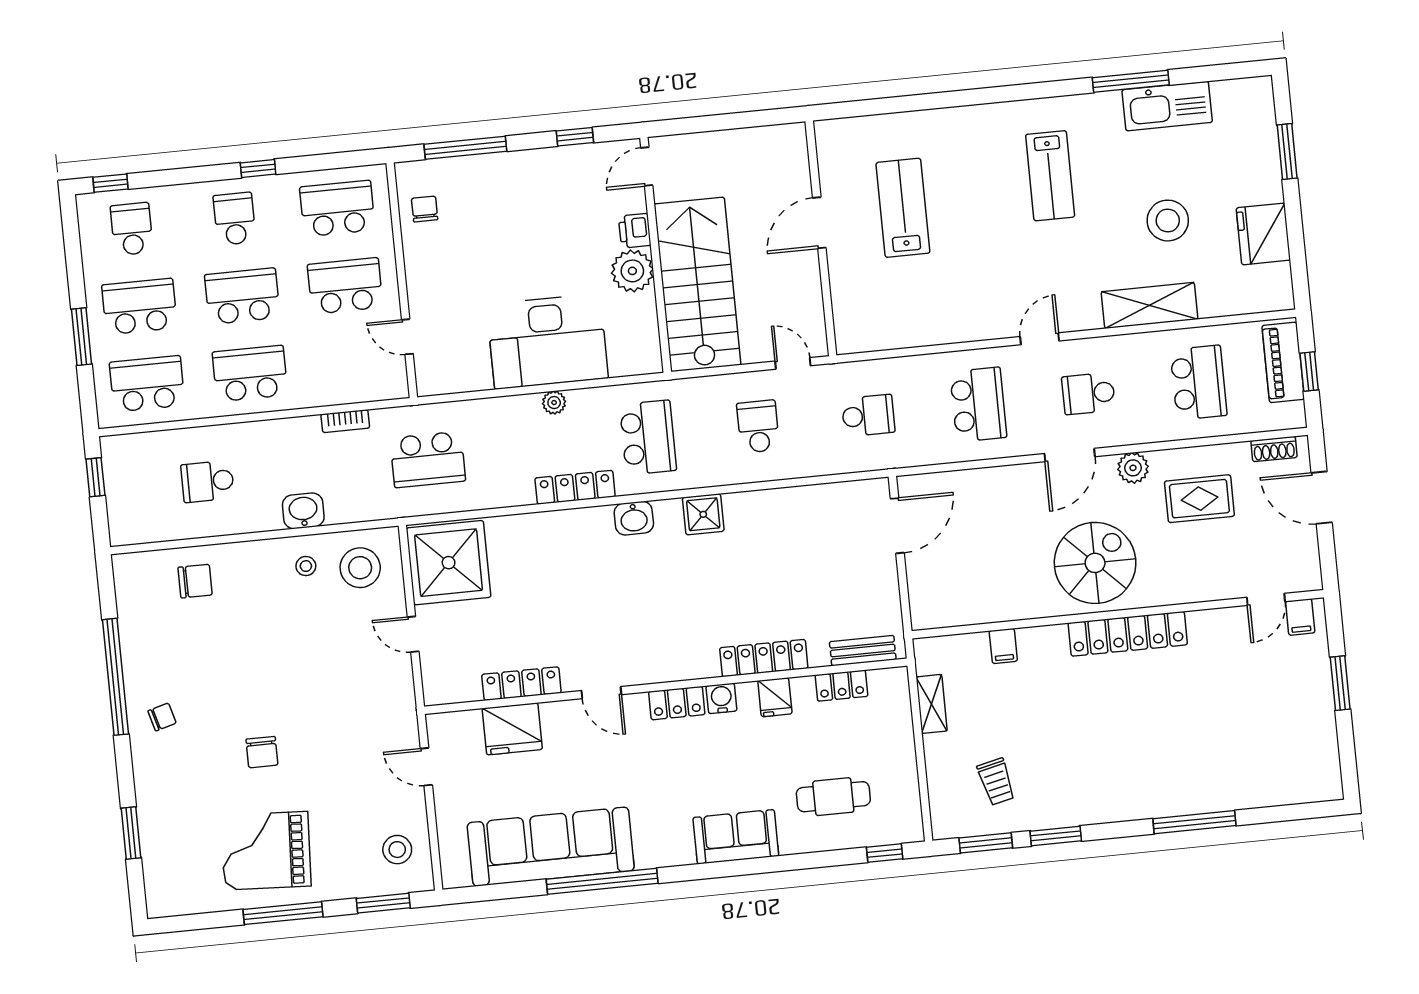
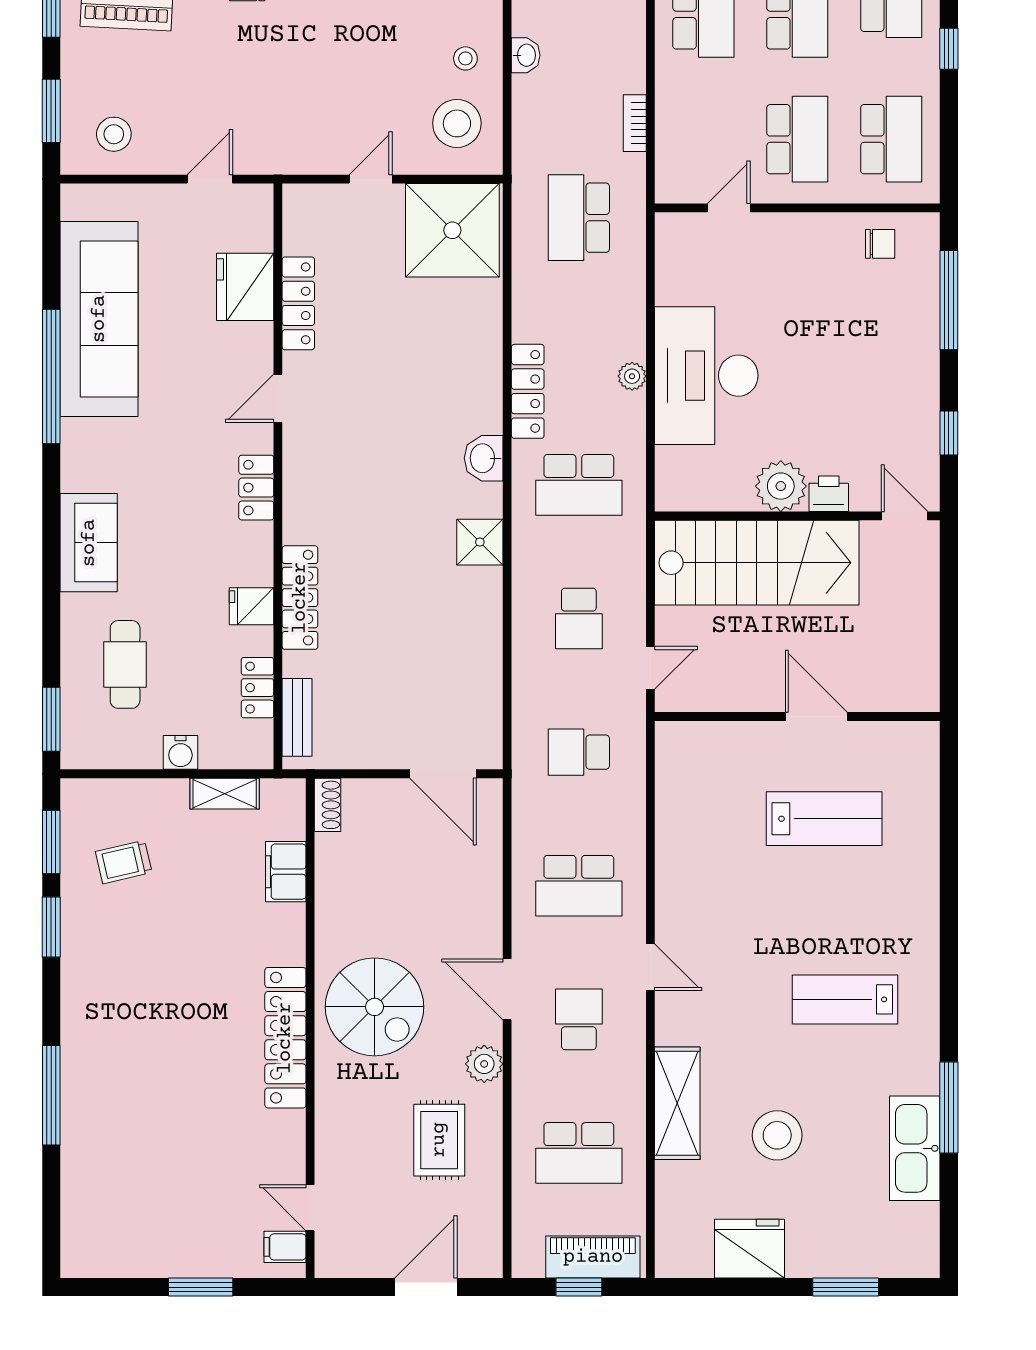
school desk: (868, 416) -> (579, 752), turned 90
school desk: (758, 427) -> (579, 618), turned 90
shoe rack: (1274, 449) -> (327, 805), moved, turned 180
washbasin: (303, 511) -> (526, 55), width x0.72, depth x0.69
filing cabinet: (1003, 646) -> (286, 872), width x2.00
water cooler: (721, 698) -> (180, 752), moved, turned 90
window: (885, 853) -> (51, 719), width x1.50

